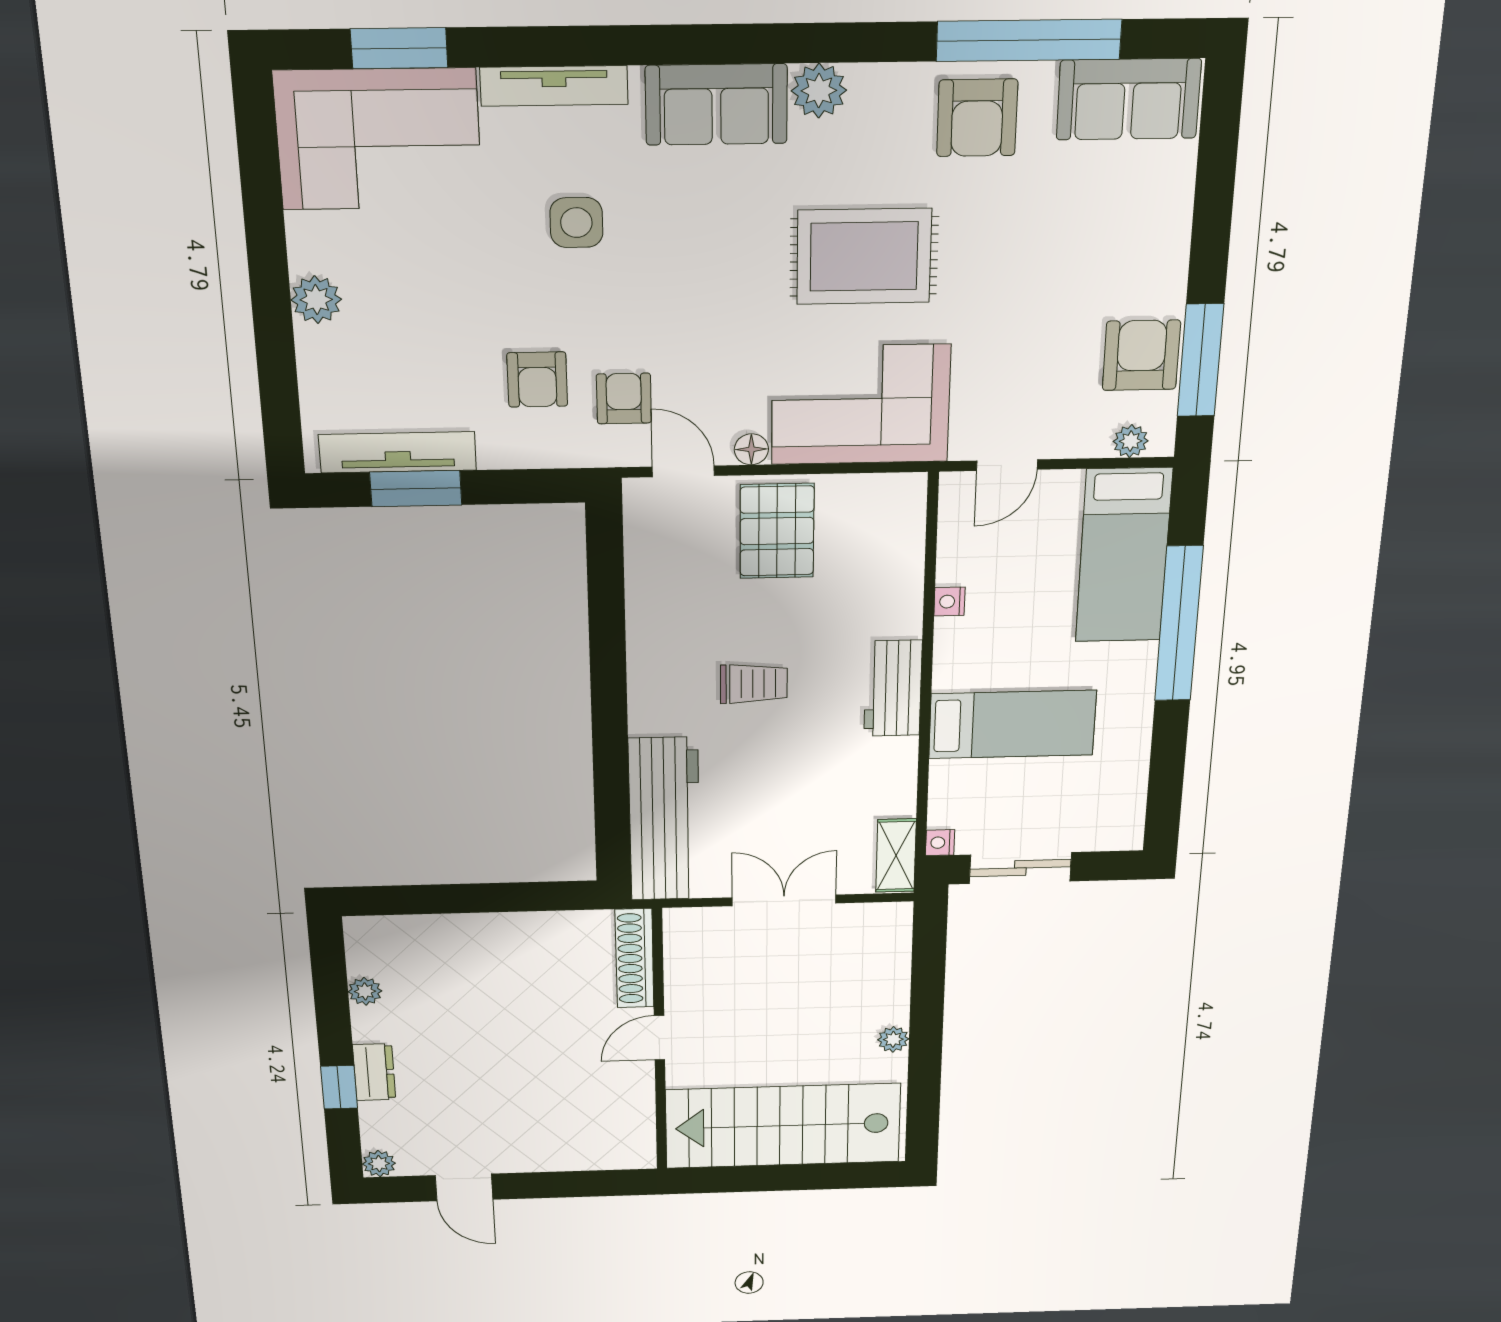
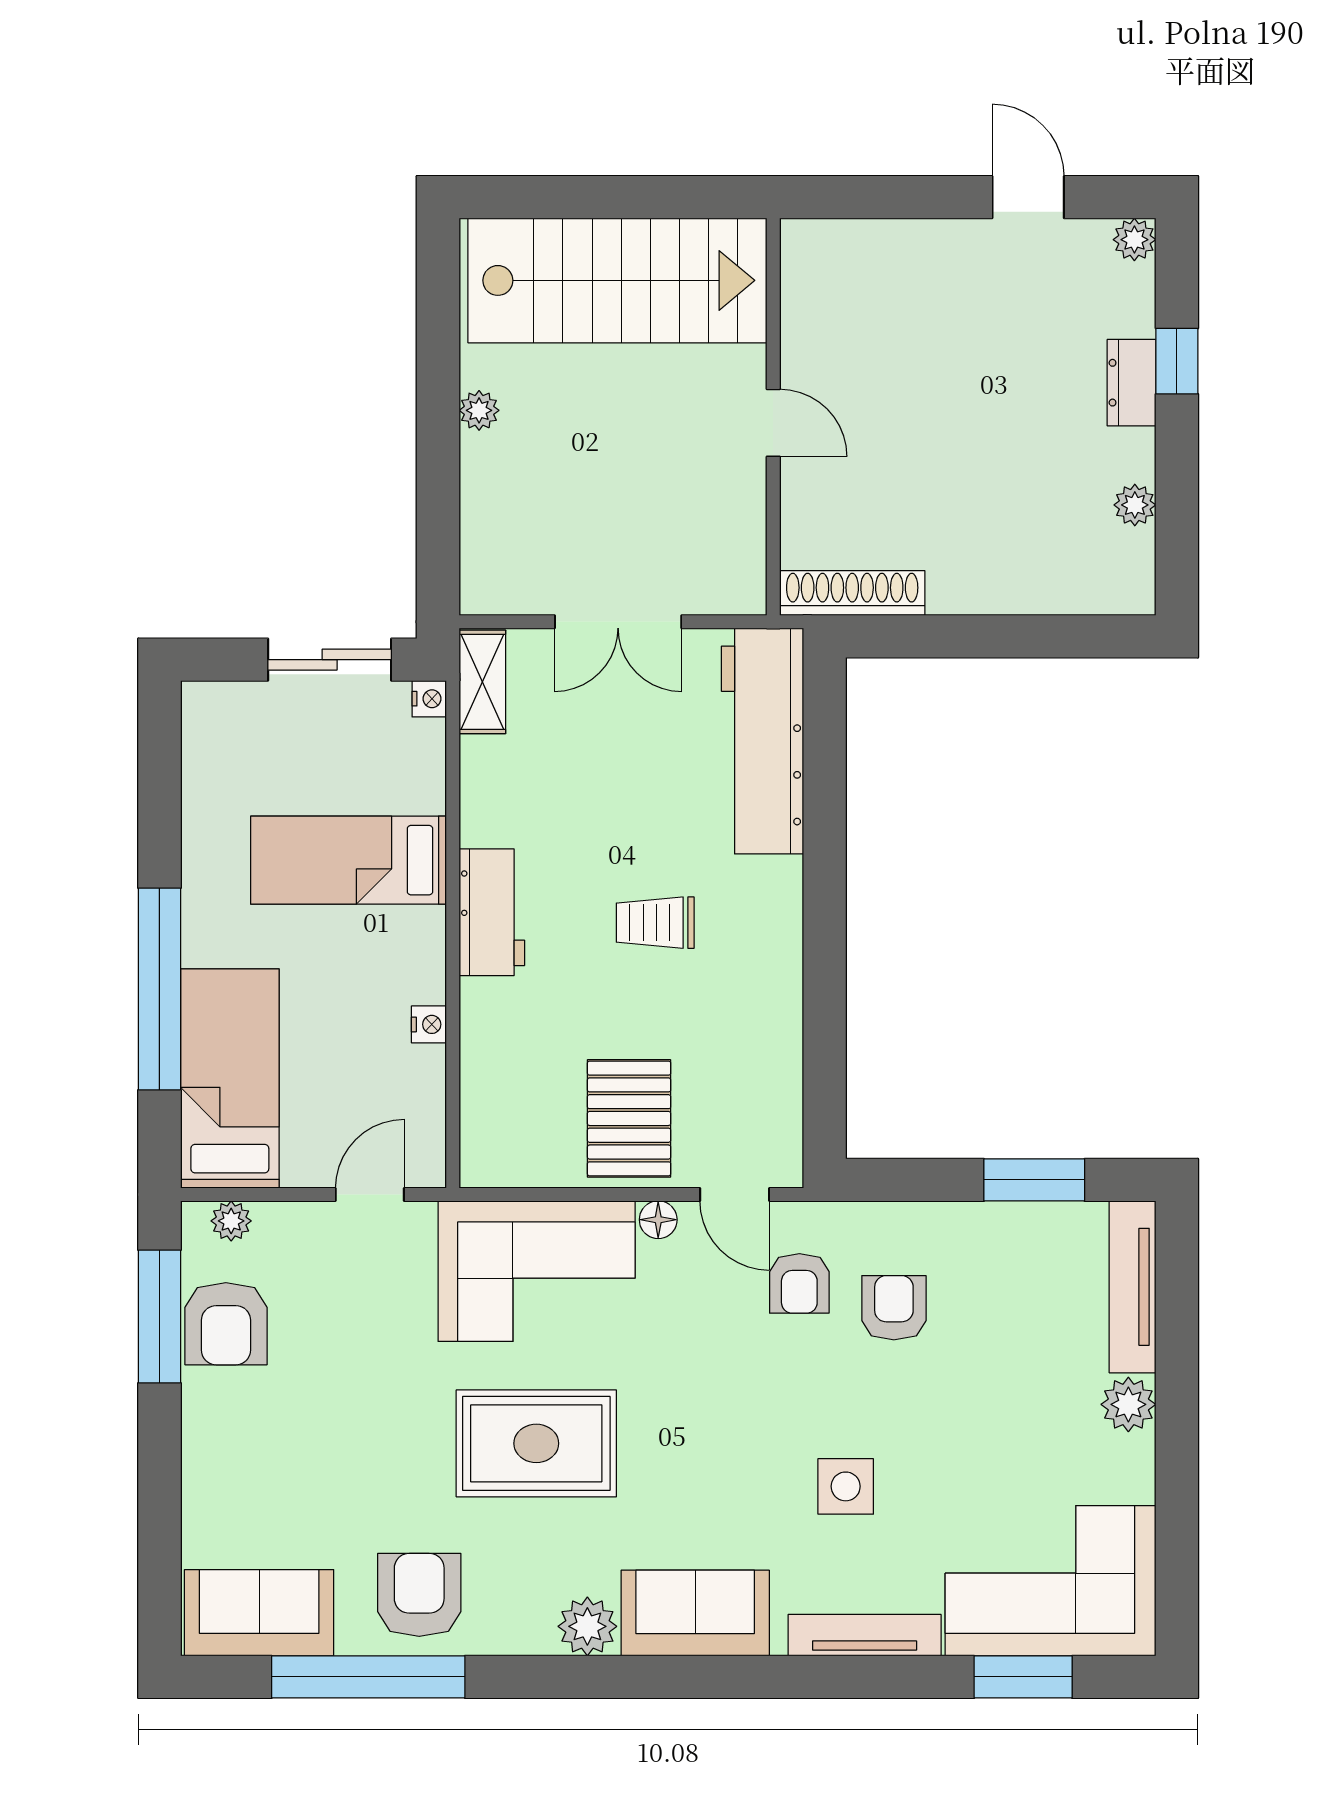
tv unit: (398, 452) -> (1132, 1287), moved, turned 90
shoe rack: (635, 958) -> (852, 593), moved, turned -90
door: (659, 1038) -> (773, 423), hinge flipped

